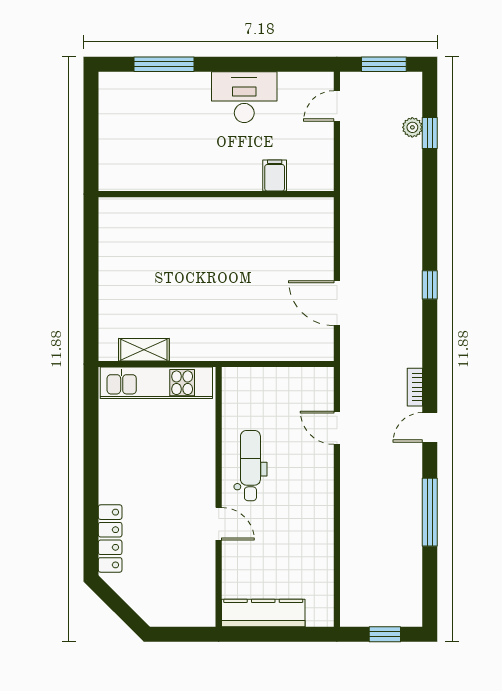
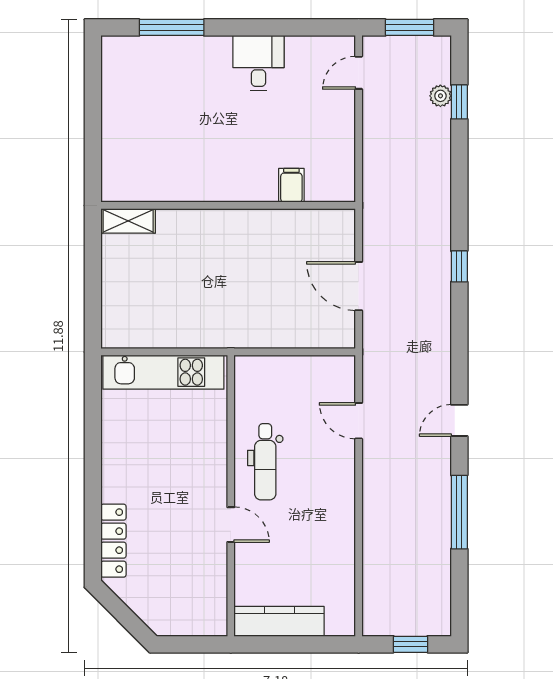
desk: (244, 97) -> (259, 63), width x0.73
filing cabinet: (275, 176) -> (291, 185), moved
wall: (216, 194) -> (228, 205), moved
shelving: (144, 350) -> (128, 221), moved
bookcase: (415, 387) -> (443, 377), removed
dental chair: (250, 466) -> (265, 462), turned 180

